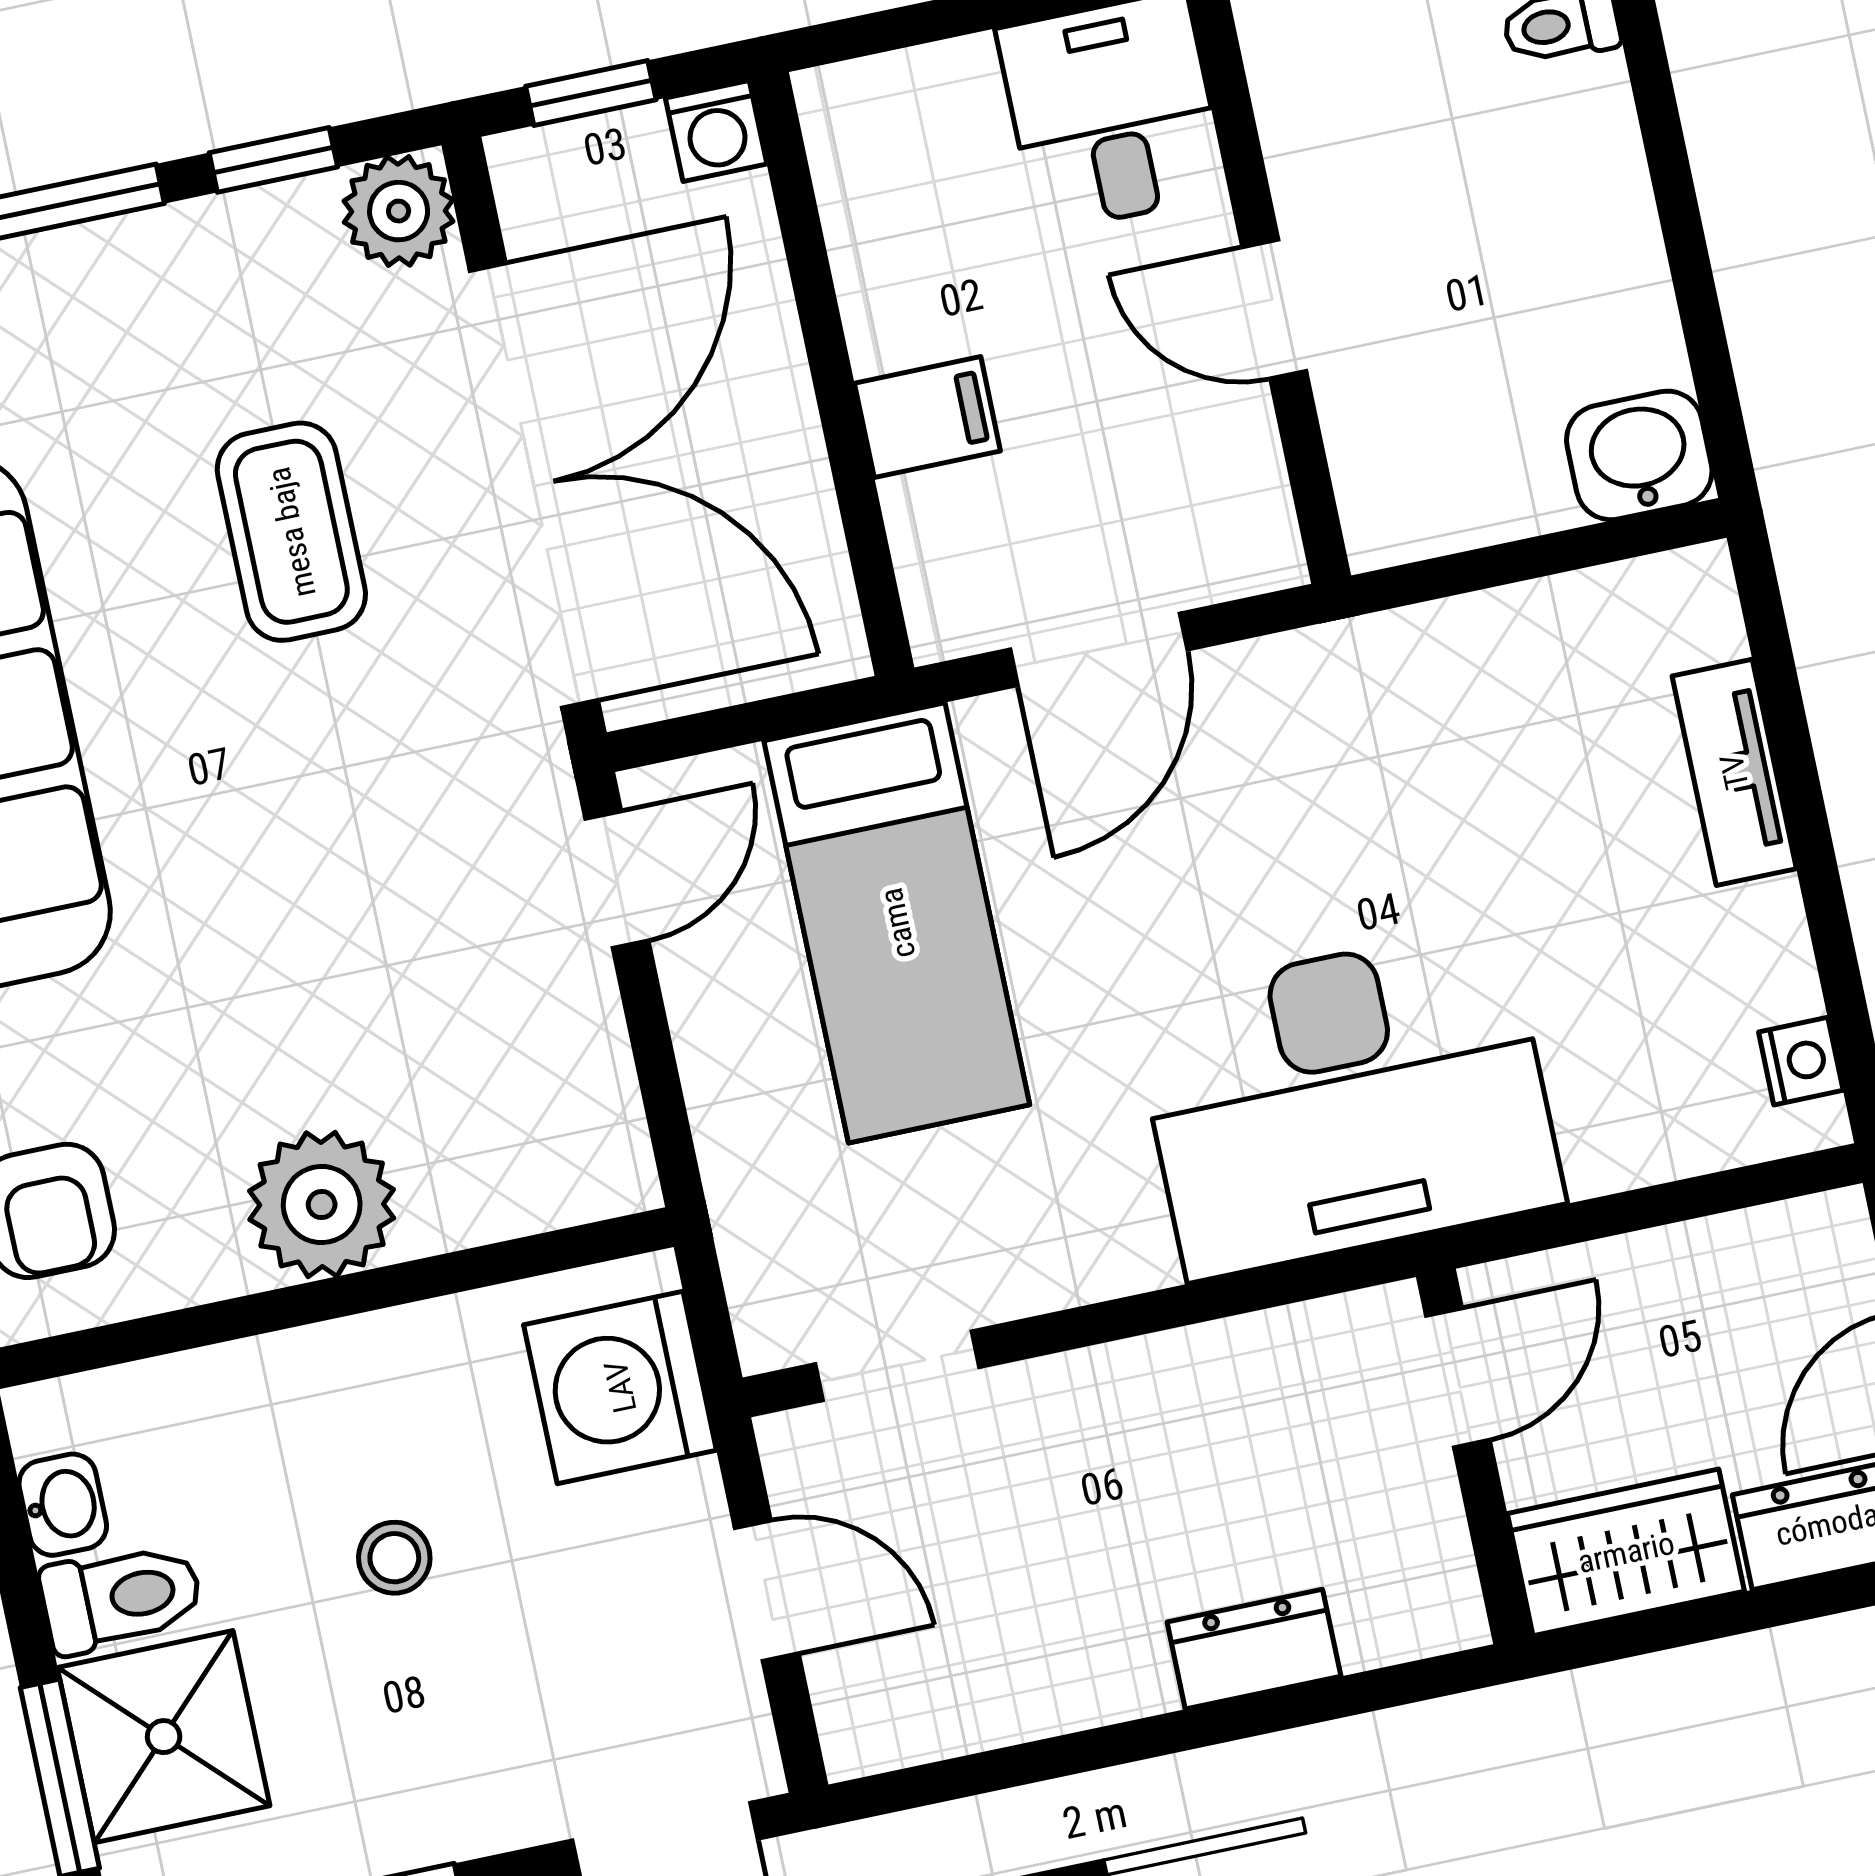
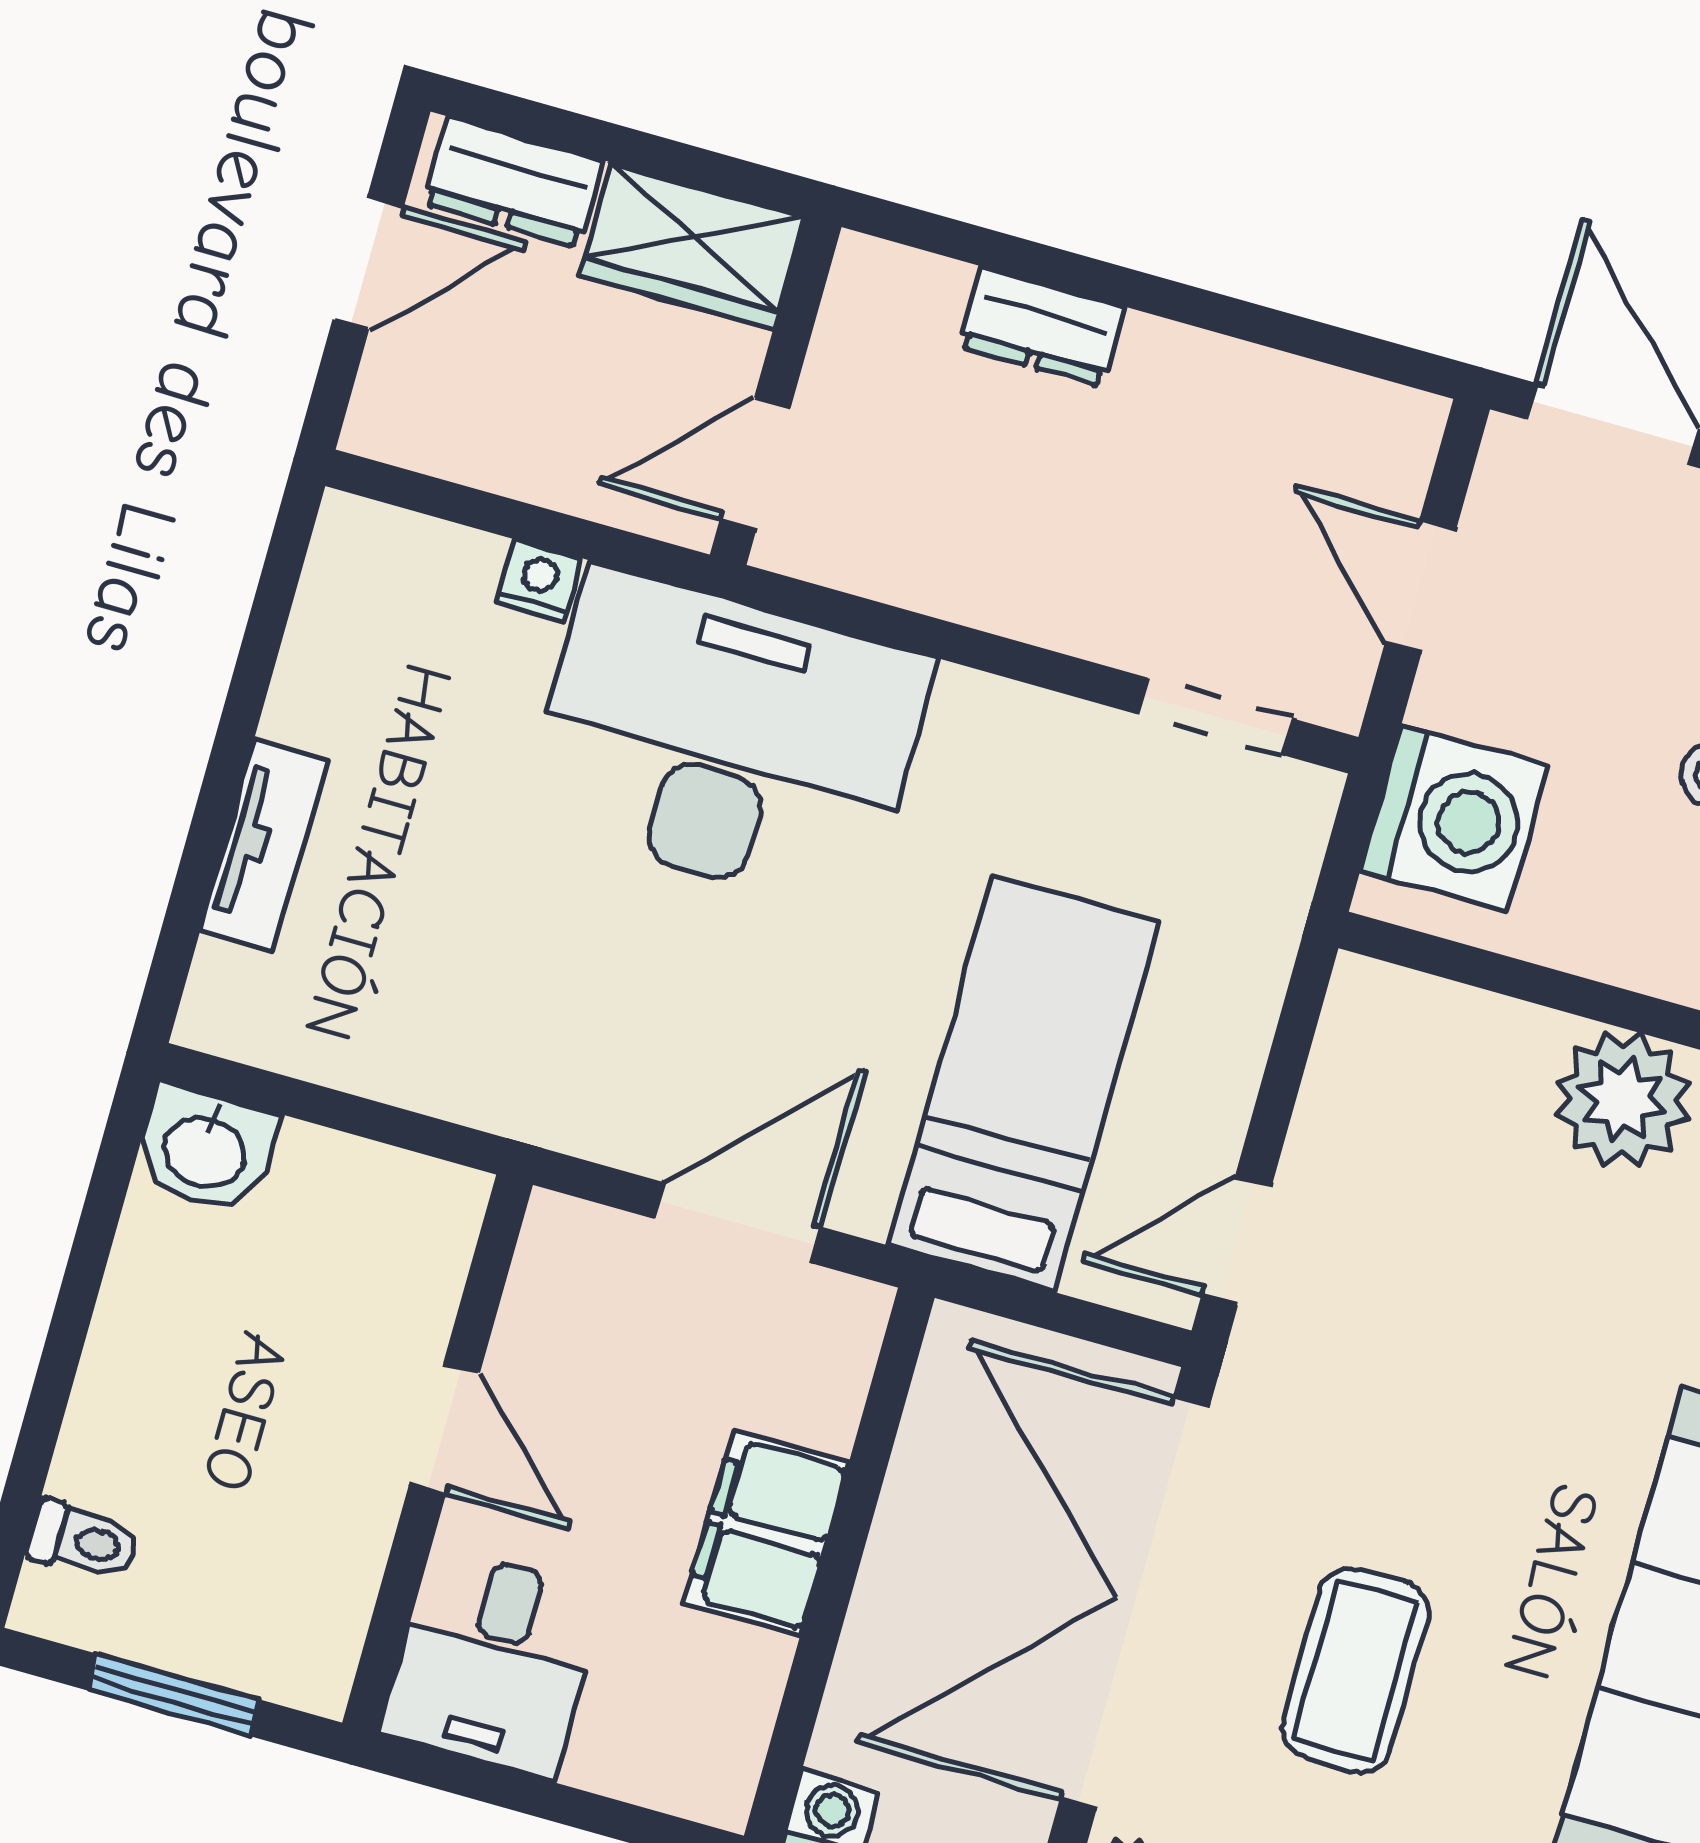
filing cabinet: (927, 417) -> (767, 1533), width x2.00
nightstand: (1801, 1061) -> (539, 580), moved, turned 90

